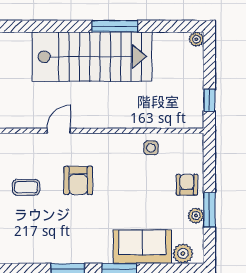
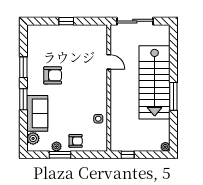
armchair: (78, 180) -> (53, 75), moved, turned 180
coffee table: (26, 187) -> (74, 42), removed

